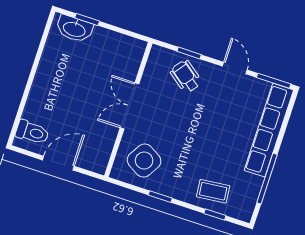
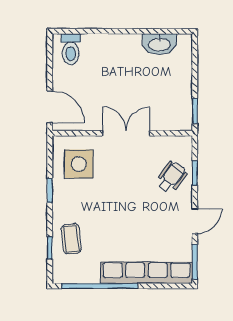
window: (87, 19) -> (195, 111), moved
washbasin: (74, 29) -> (159, 44), moved, turned -90
side table: (144, 161) -> (79, 164), turned -31
door: (58, 163) -> (50, 107), moved
window: (267, 179) -> (100, 286), width x1.46

